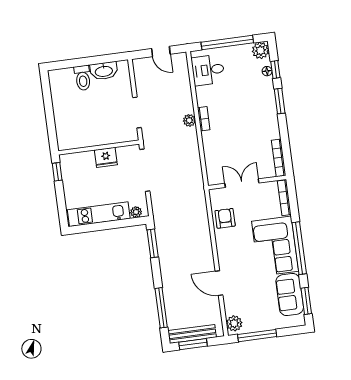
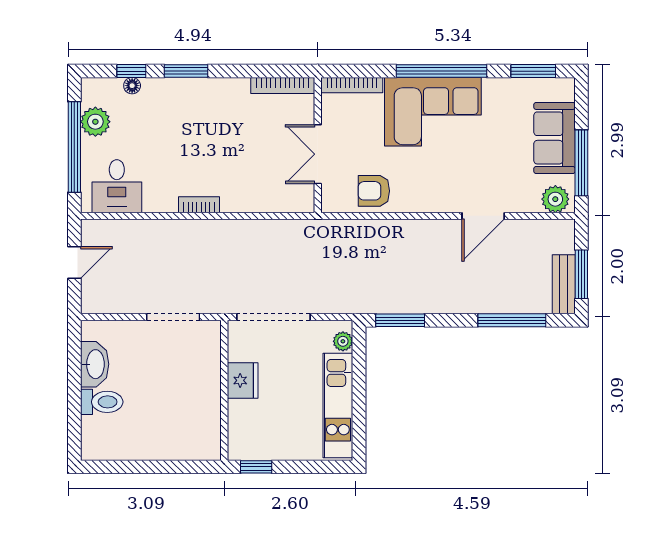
plant: (261, 50) -> (95, 122), moved
plant: (189, 120) -> (199, 230), removed
sofa: (290, 295) -> (554, 138), moved, turned 90
bench: (192, 334) -> (564, 284), width x0.73

